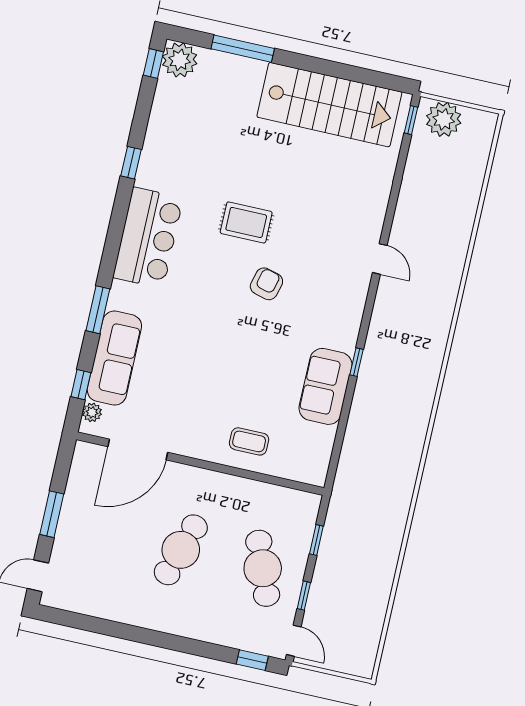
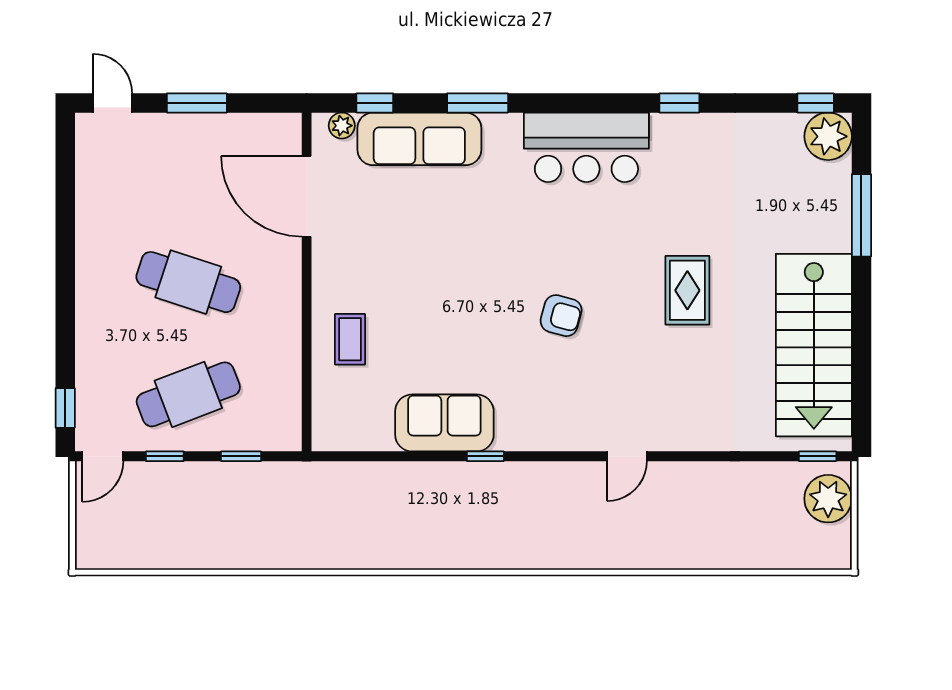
rug: (246, 222) -> (687, 290), moved

